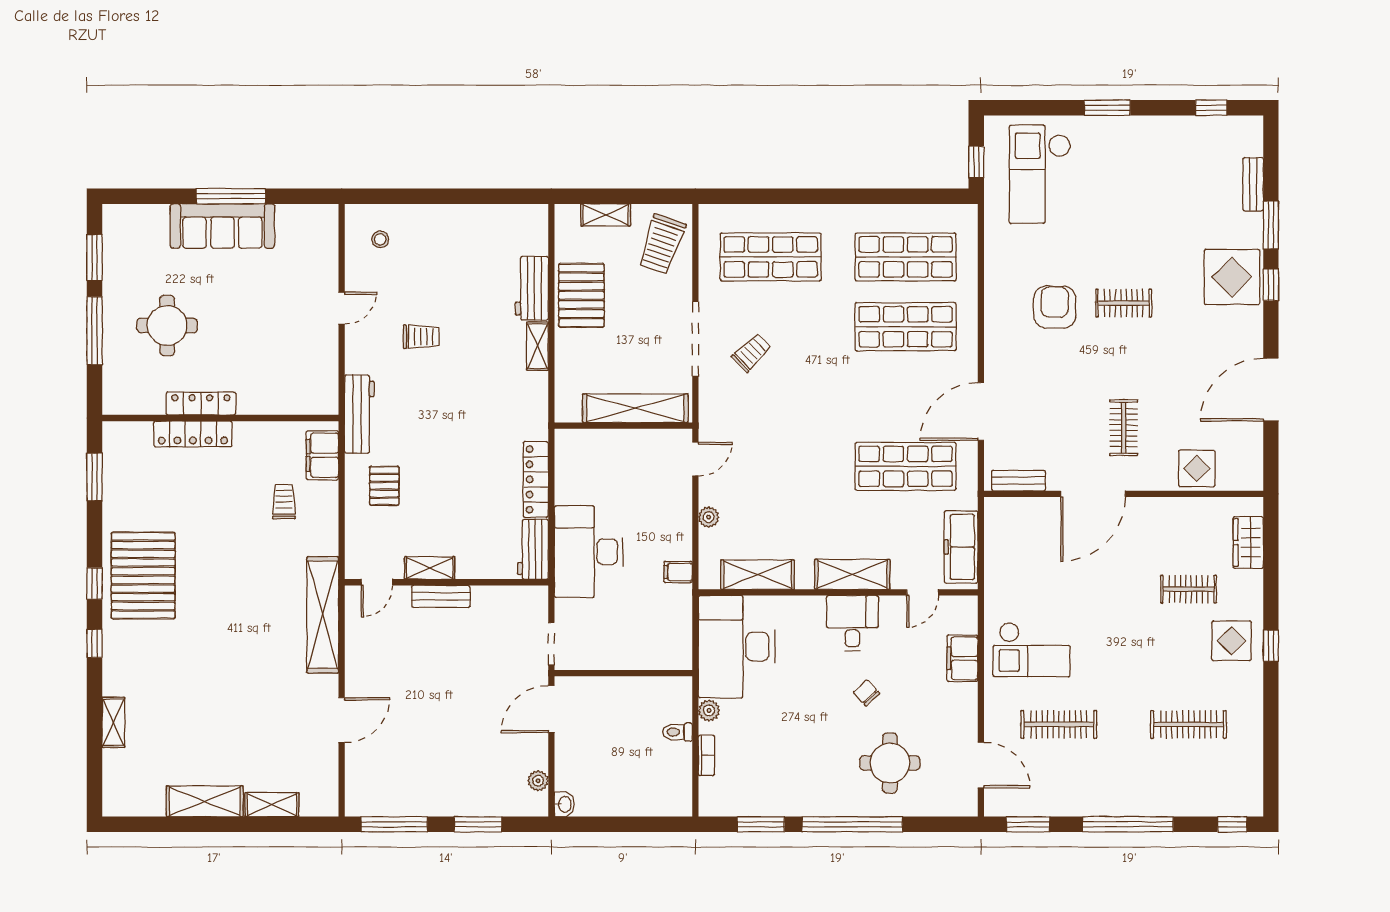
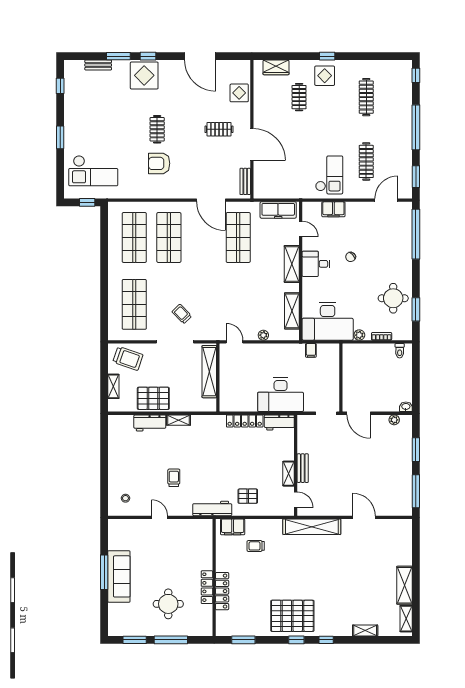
filing cabinet: (678, 572) -> (311, 350), moved
toilet: (677, 732) -> (400, 351), moved
round table: (890, 763) -> (393, 298), moved
shelving: (272, 805) -> (406, 619), moved
window: (852, 824) -> (416, 234), moved

